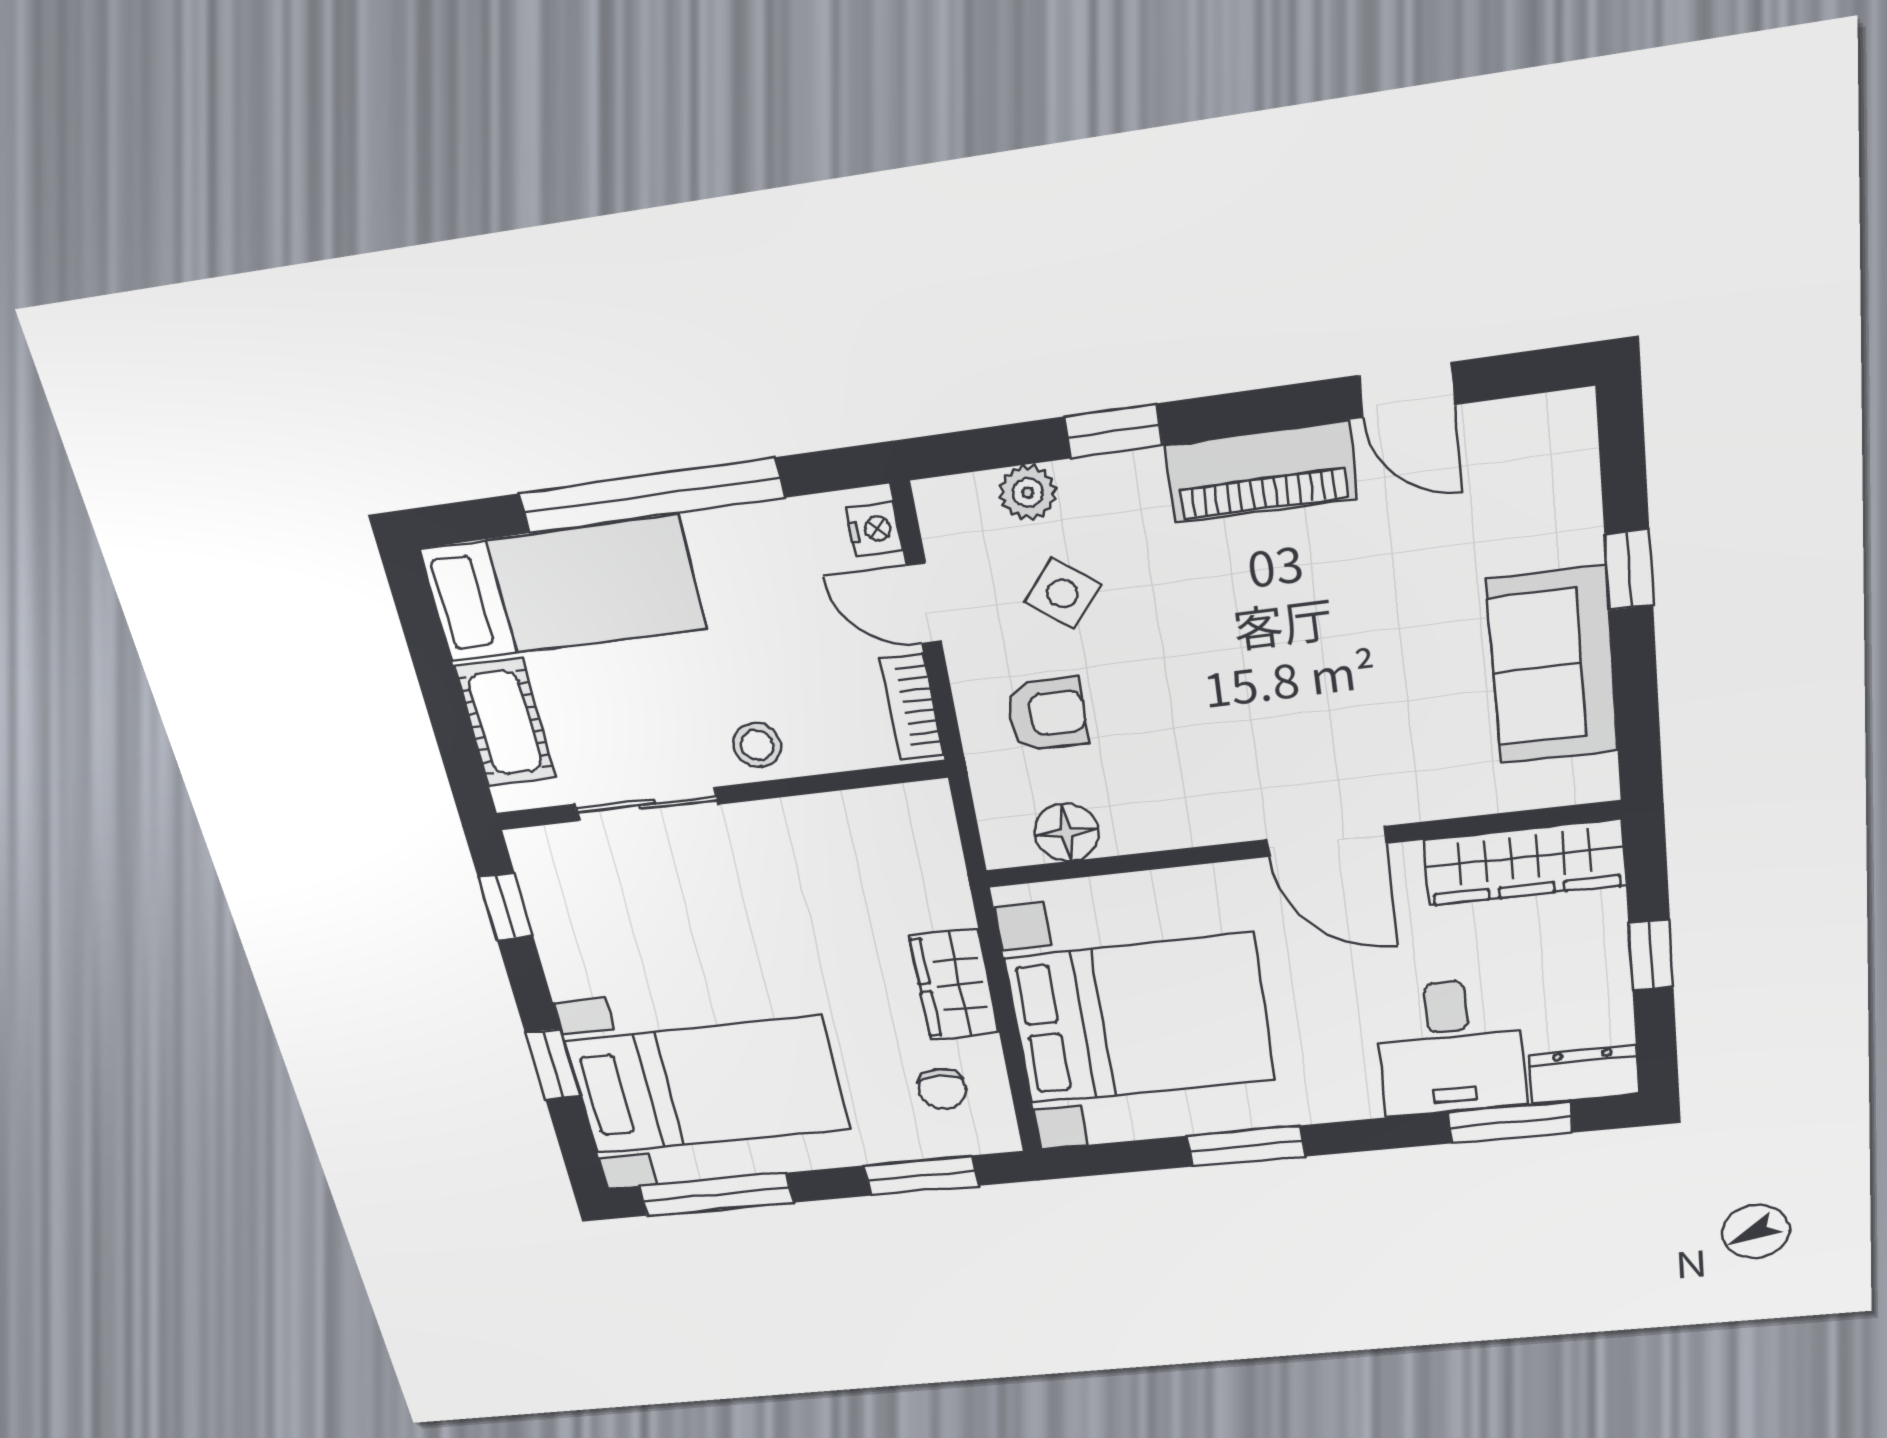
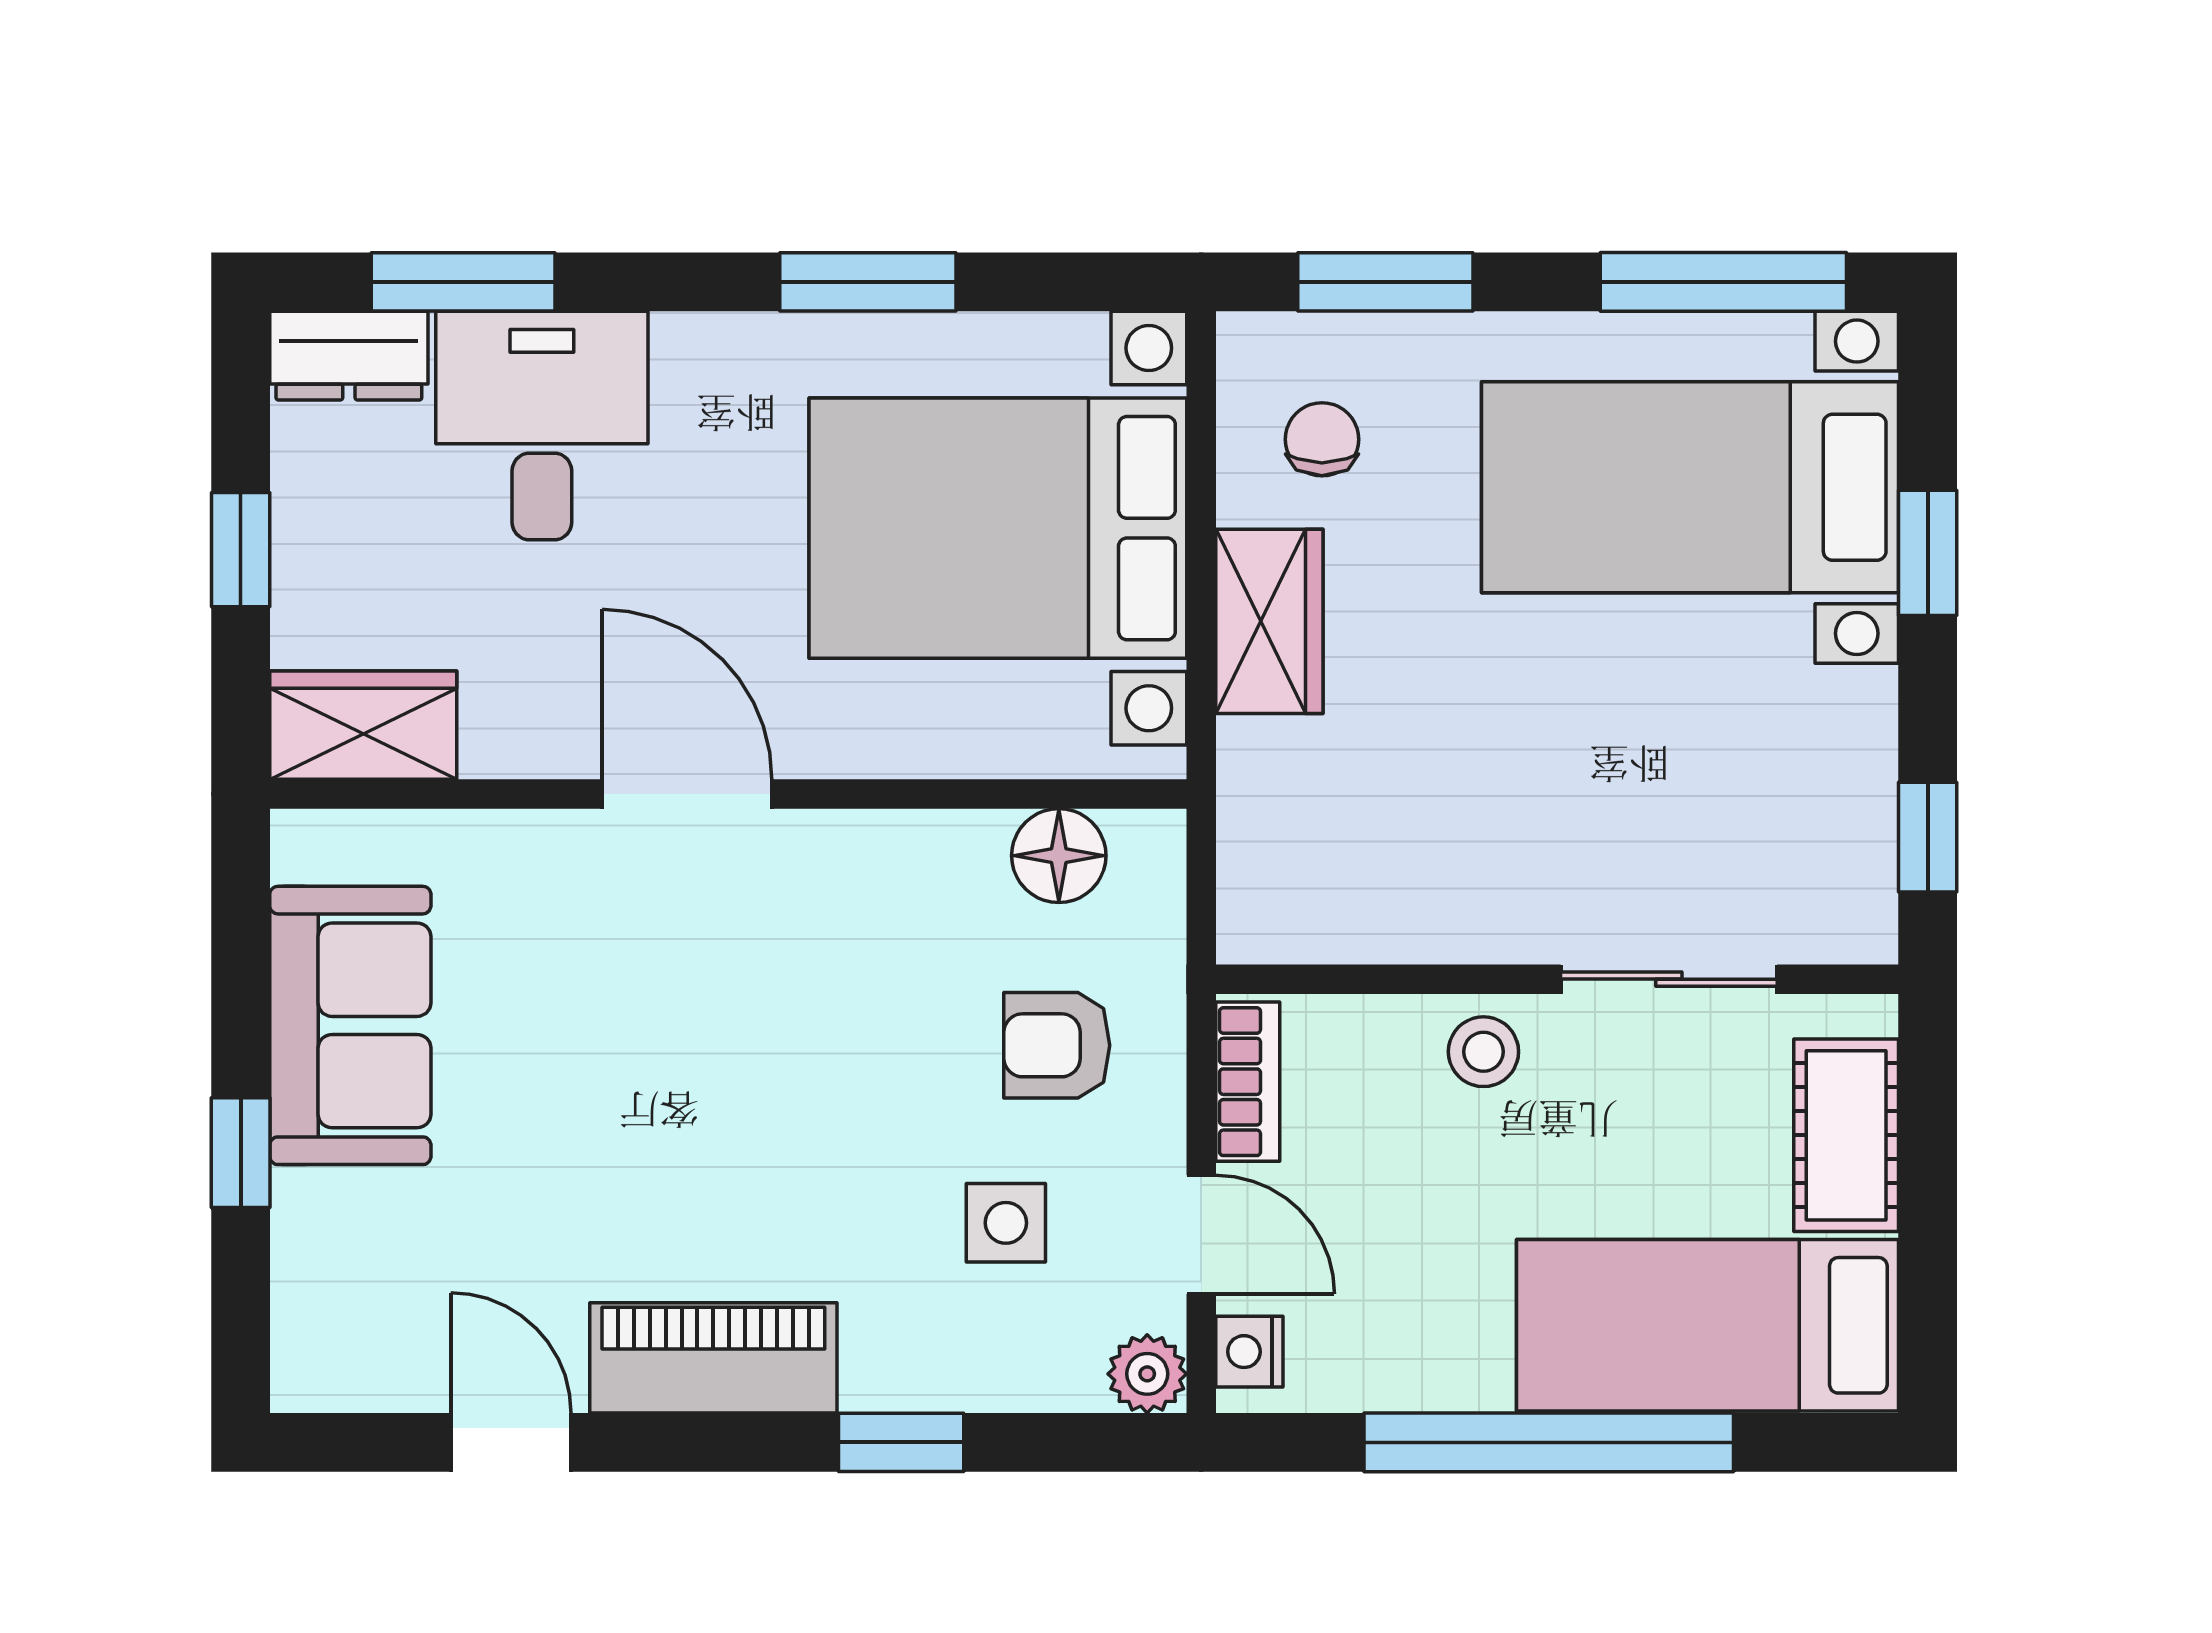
plant: (1028, 492) -> (1147, 1374), moved
side table: (1062, 593) -> (1006, 1223), turned -38
wardrobe: (1525, 862) -> (363, 725), width x0.67

